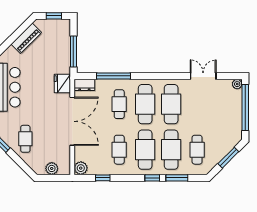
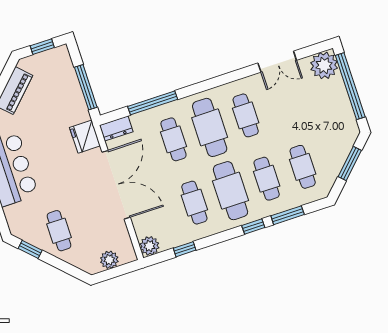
double door: (203, 76) -> (277, 62), swing flipped
plant: (237, 84) -> (324, 65), width x1.87, depth x1.87
cafe table: (171, 104) -> (246, 115), width x0.73, depth x0.74
cafe table: (171, 150) -> (267, 179), width x0.73, depth x0.74

